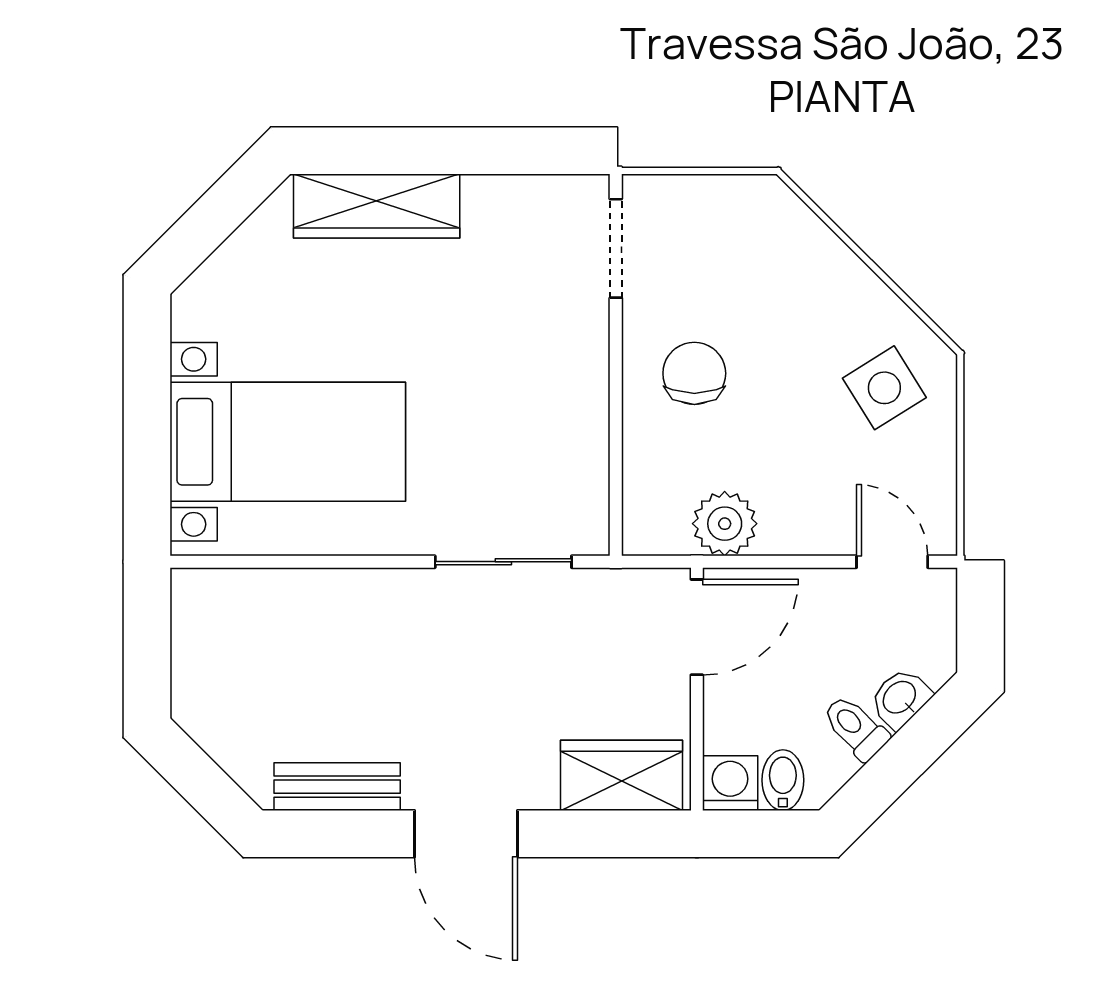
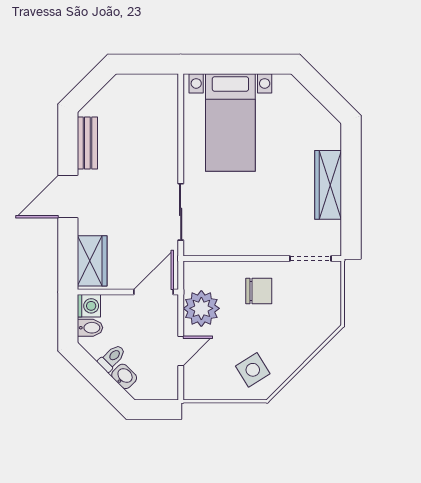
wardrobe: (377, 206) -> (328, 185), moved
plant: (725, 524) -> (201, 308), width x1.36, depth x1.36
door: (892, 562) -> (181, 351), moved
door: (697, 627) -> (154, 292), swing flipped

